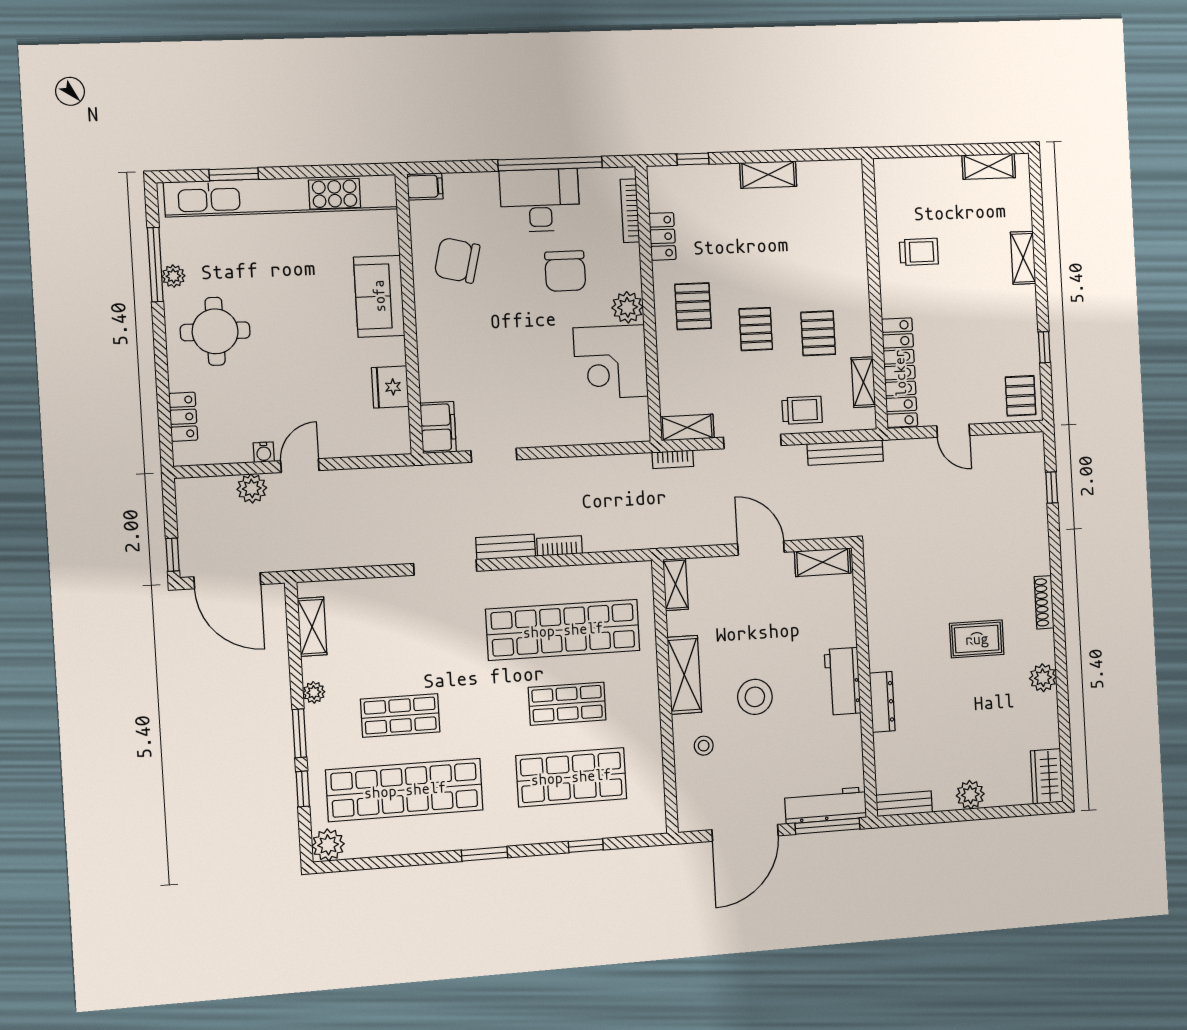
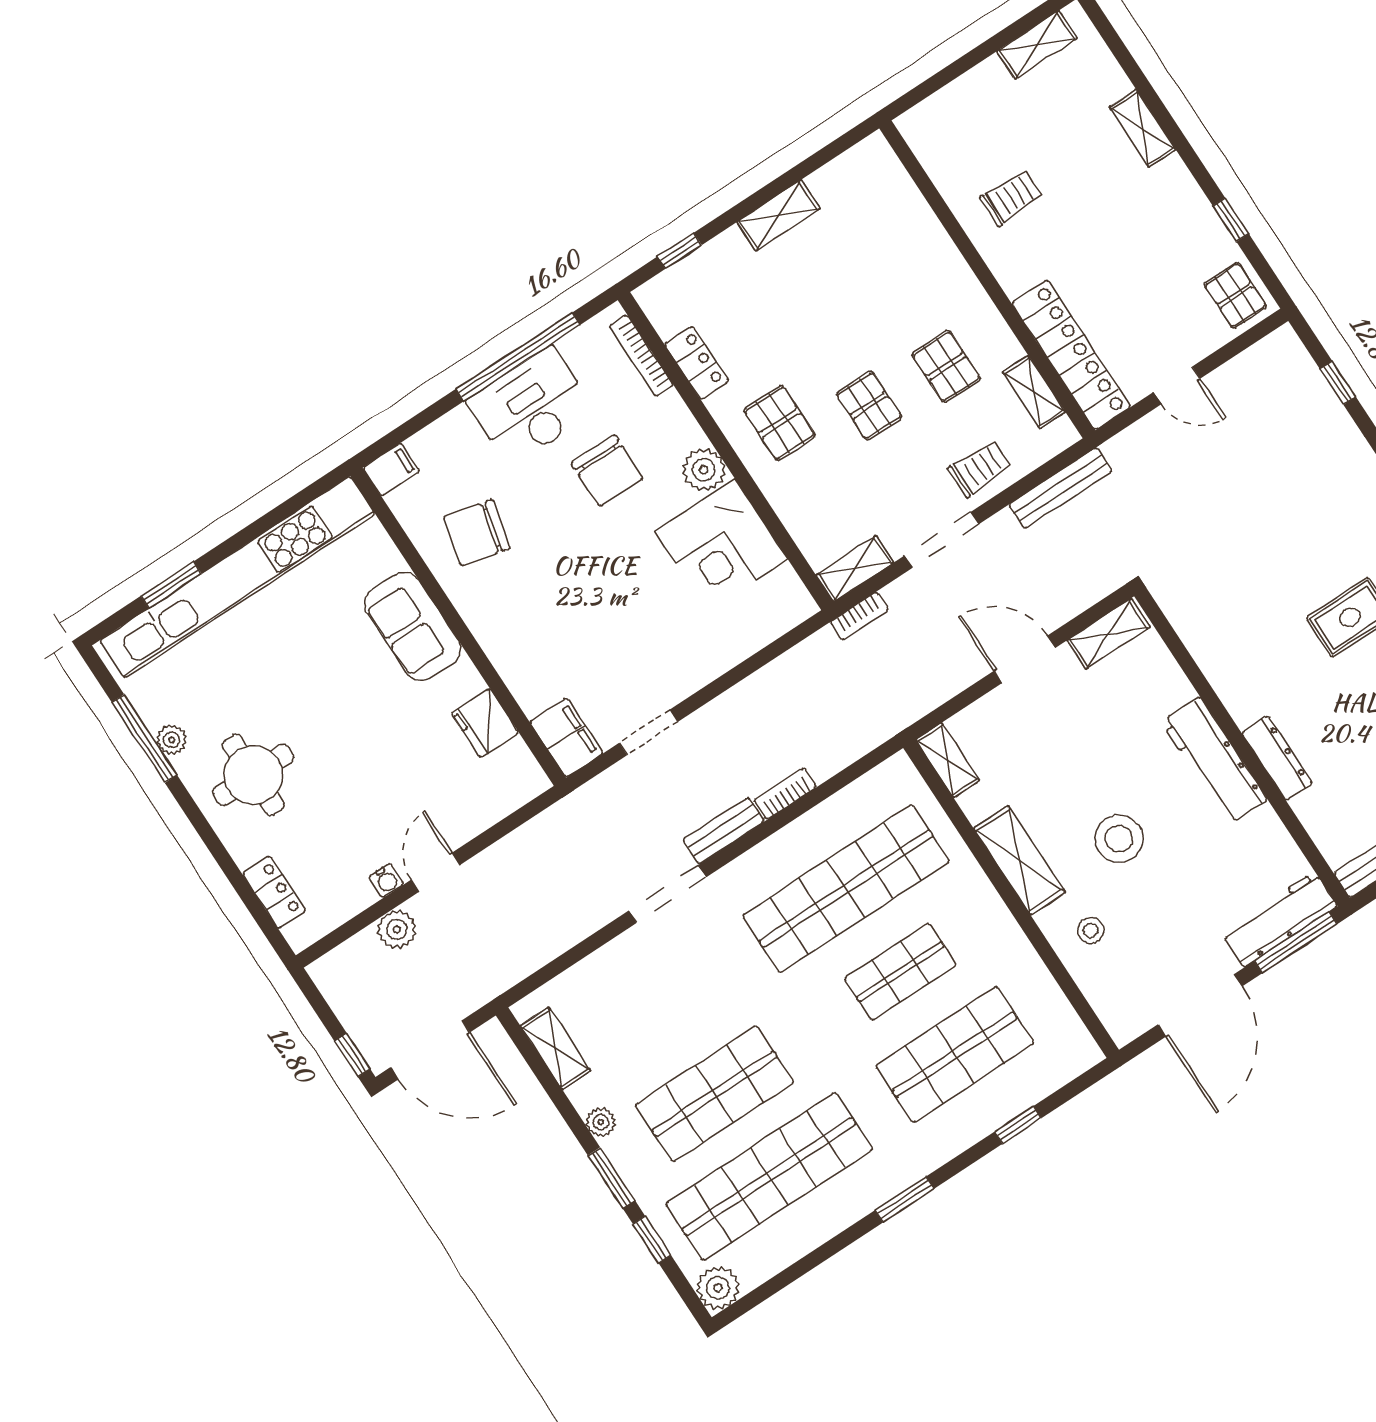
workbench: (843, 681) -> (1214, 761), width x1.37
shop shelf: (400, 716) -> (715, 1094), width x1.43, depth x1.36

